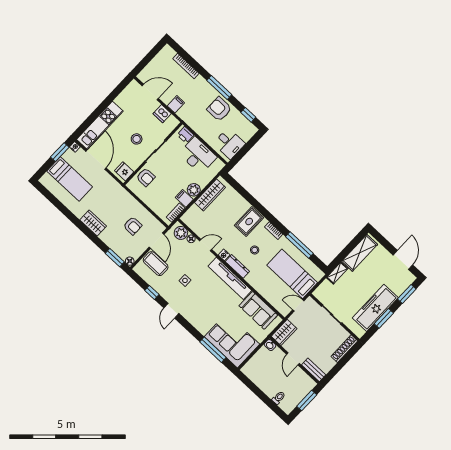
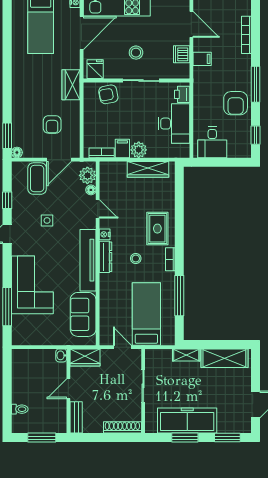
armchair: (219, 109) -> (236, 103), turned 180
armchair: (146, 177) -> (108, 94), turned 79
rug: (249, 221) -> (157, 229), turned 90
wardrobe: (93, 223) -> (71, 85), moved, turned 180
corner sofa: (232, 340) -> (32, 285), moved

